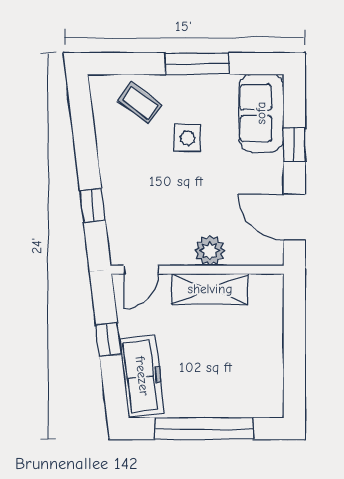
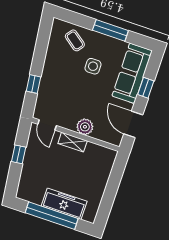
sofa: (261, 113) -> (132, 73), width x1.36
door: (141, 270) -> (47, 125), hinge flipped
shelving: (210, 289) -> (73, 142), width x0.67, depth x0.75
freezer: (142, 376) -> (64, 204), moved, turned -83

